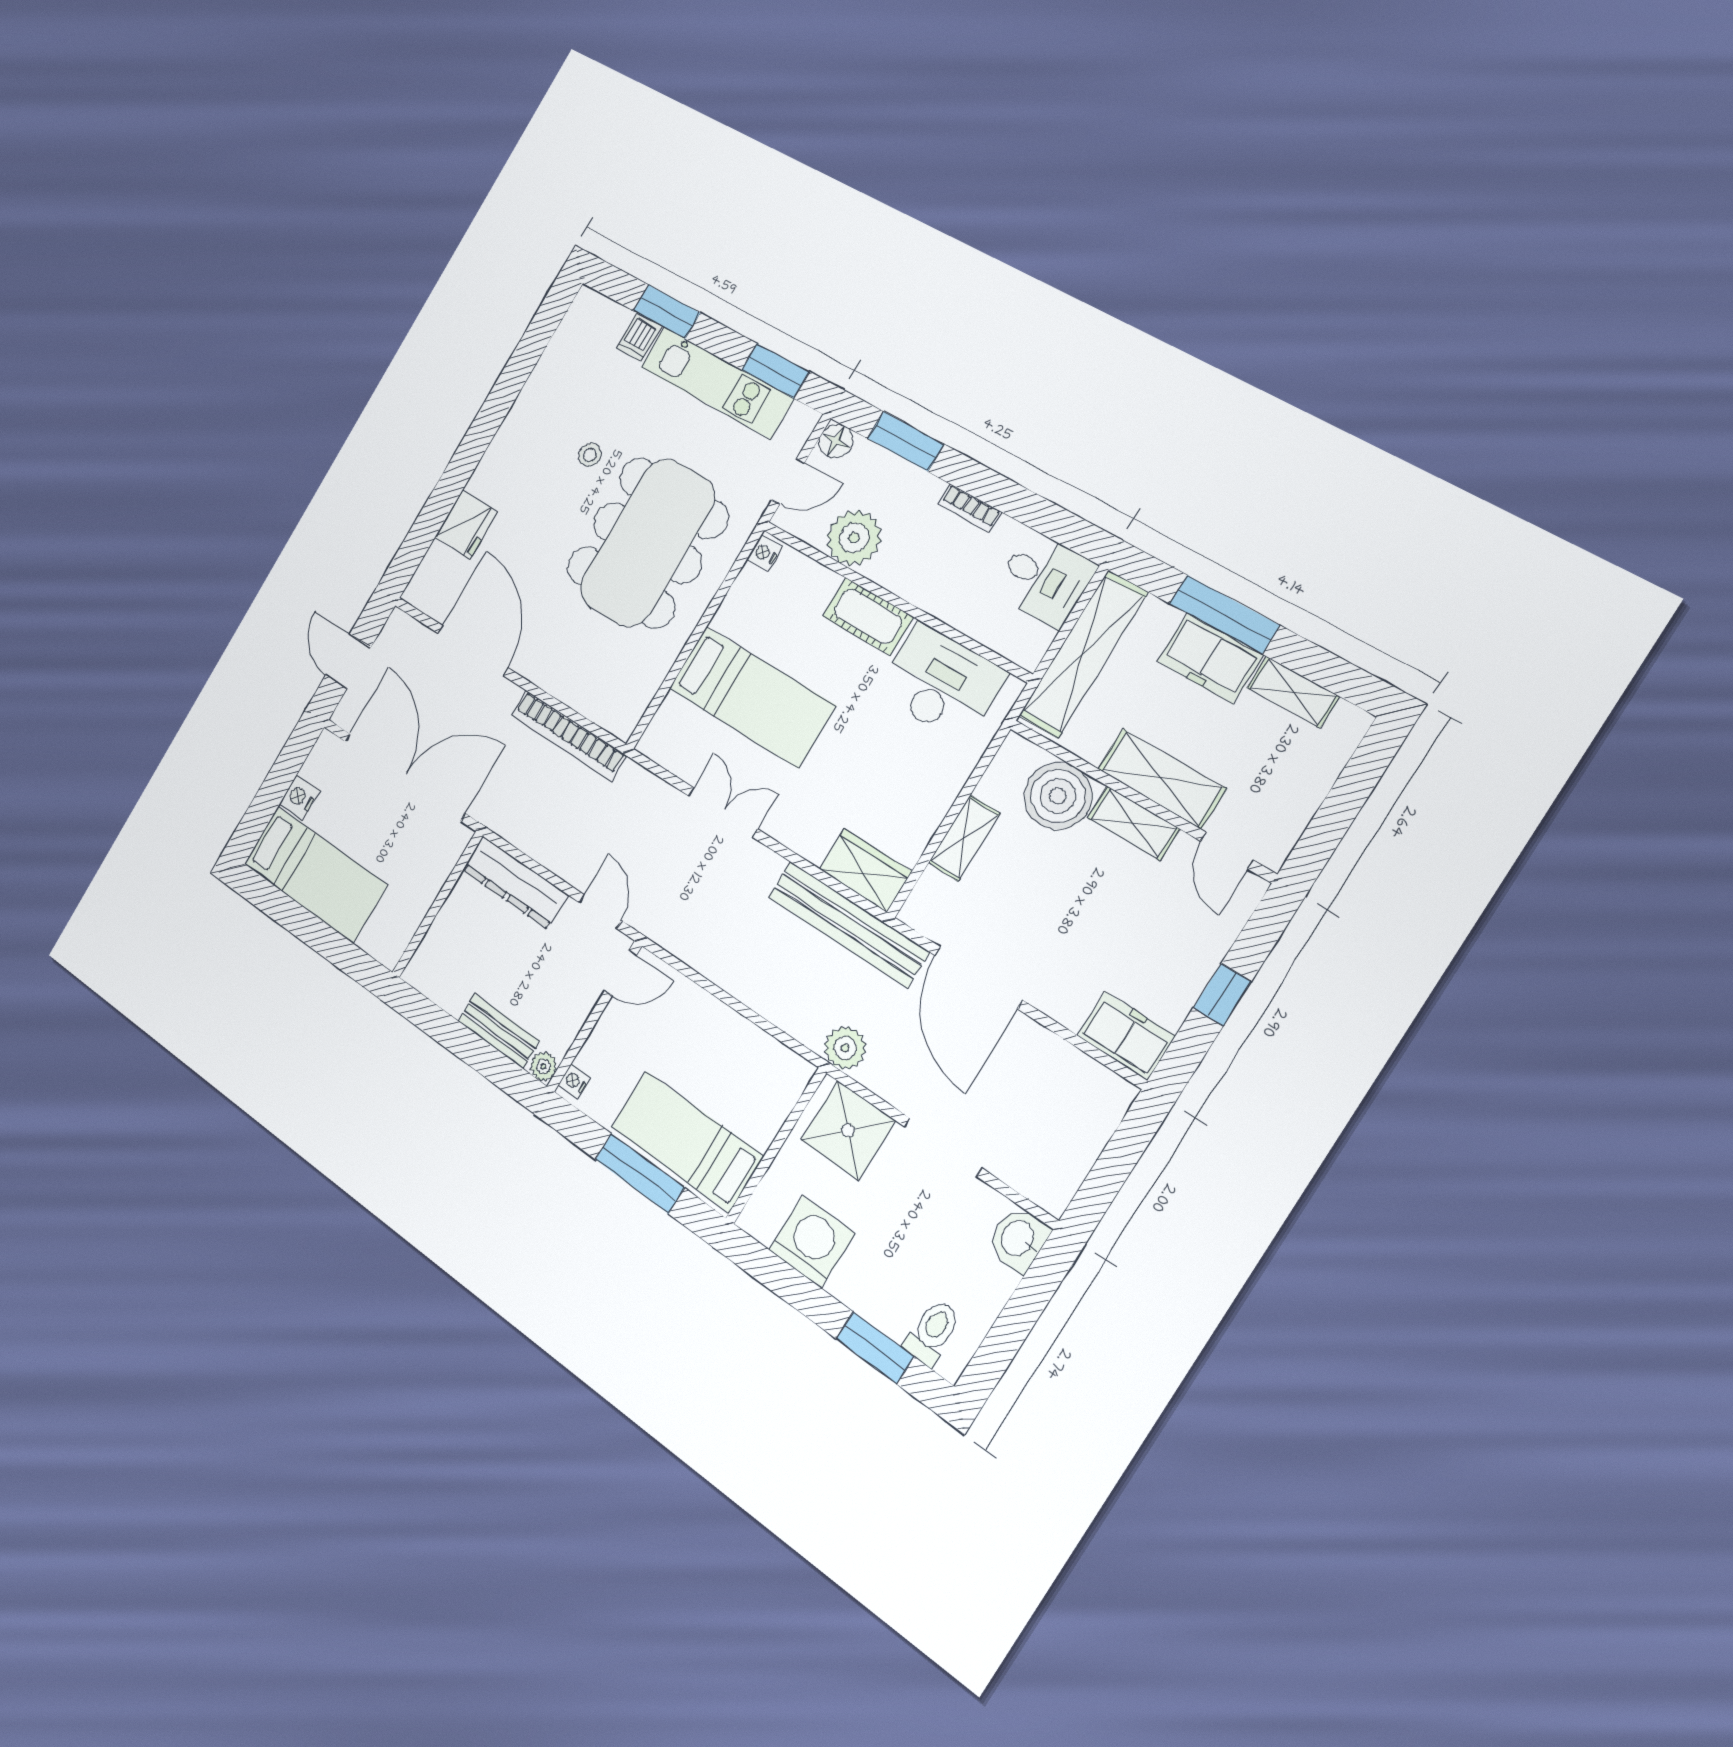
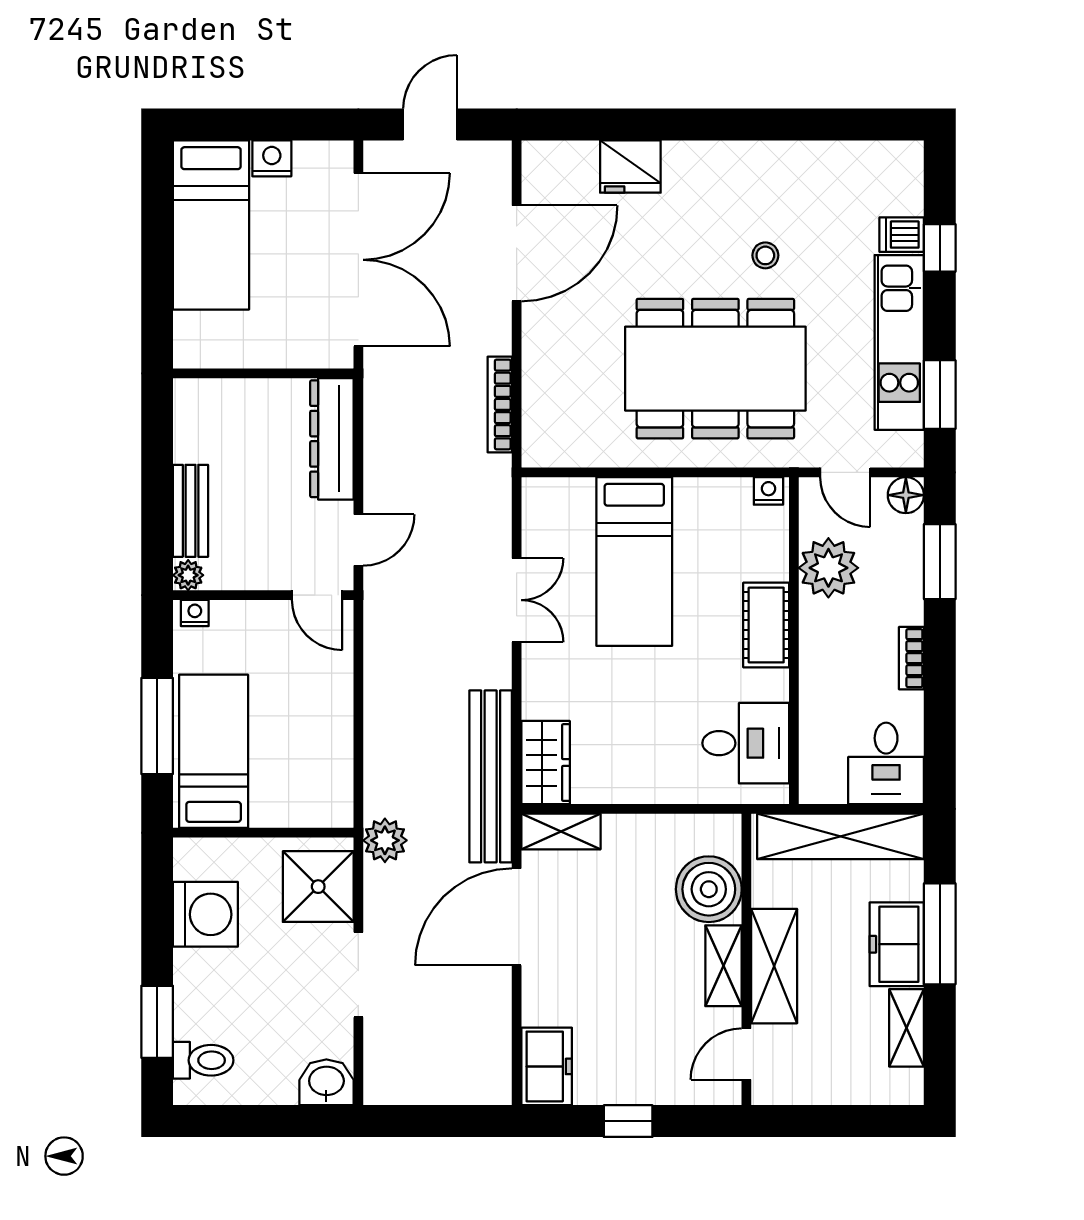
window: (667, 312) -> (940, 248), width x0.67
desk: (941, 683) -> (746, 743), width x0.73
bookcase: (568, 735) -> (500, 404), width x0.68, depth x0.76
shelving: (964, 838) -> (561, 832), moved

